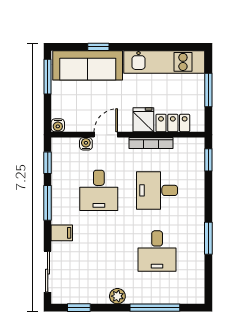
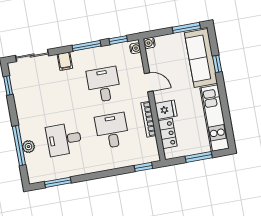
water cooler: (86, 144) -> (135, 48), moved
desk: (99, 190) -> (104, 85), turned 90
window: (208, 238) -> (58, 182), moved
plant: (117, 296) -> (28, 147), moved

